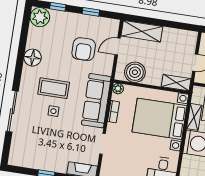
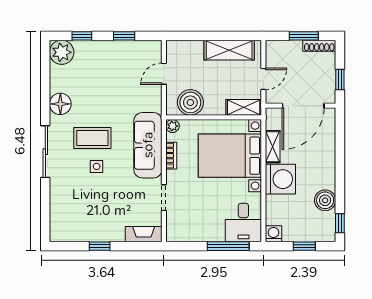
shelving: (142, 31) -> (229, 50), moved
armchair: (84, 49) -> (122, 84), removed
sliding door: (12, 111) -> (45, 152), moved

